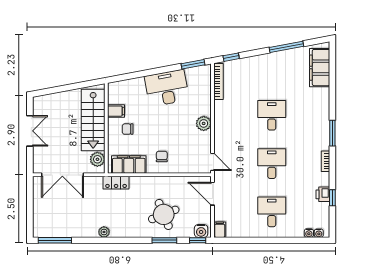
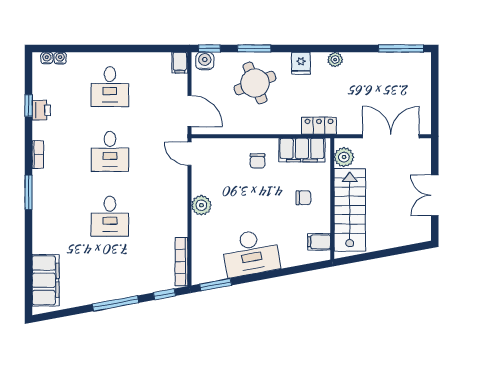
window: (286, 47) -> (115, 303), moved
filing cabinet: (116, 111) -> (319, 242), moved
fridge: (129, 229) -> (301, 63), added

